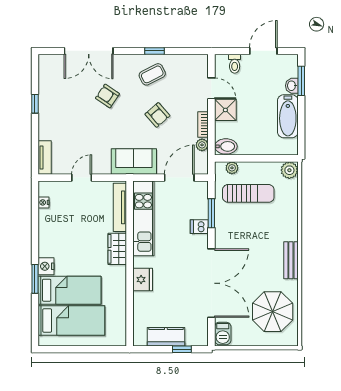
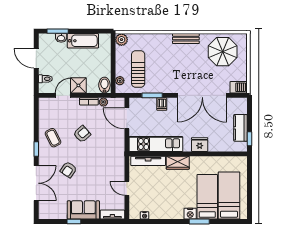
window: (154, 51) -> (36, 149), moved
sofa: (134, 162) -> (83, 210), moved, turned 90
double door: (211, 283) -> (202, 95), swing flipped
window: (182, 349) -> (250, 139), moved

